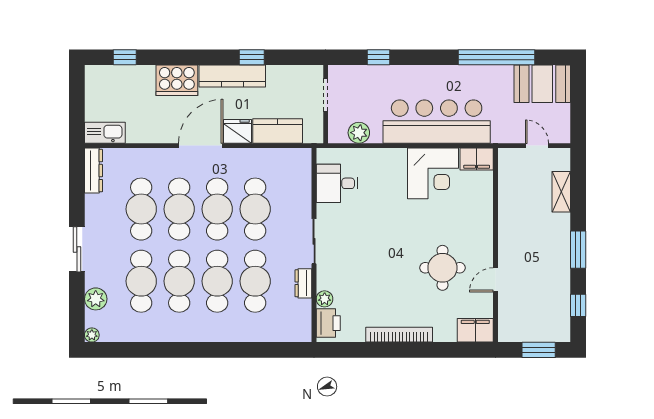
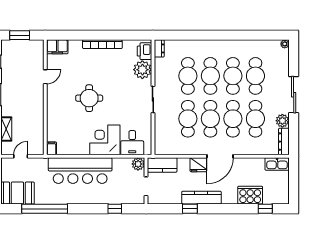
cooker: (177, 80) -> (250, 195), moved
kitchen counter: (278, 131) -> (162, 165), moved
plant: (359, 133) -> (138, 164), moved
door: (537, 146) -> (21, 156), swing flipped
filing cabinet: (477, 159) -> (52, 148), width x0.50
corner desk: (433, 173) -> (105, 140), moved
desk: (337, 183) -> (132, 143), moved, turned 90
sliding door: (77, 249) -> (294, 95), width x1.37
round table: (442, 268) -> (89, 98), moved
dresser: (303, 283) -> (159, 48), moved
plant: (96, 299) -> (282, 121), moved
plant: (325, 299) -> (142, 70), width x1.88, depth x1.88

